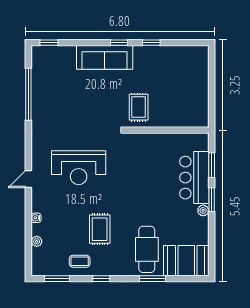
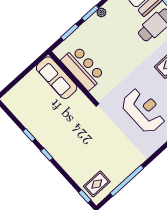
sofa: (105, 57) -> (57, 78), moved, turned 180
rug: (139, 107) -> (97, 184), moved
bar counter: (194, 178) -> (83, 68), moved, turned -90

